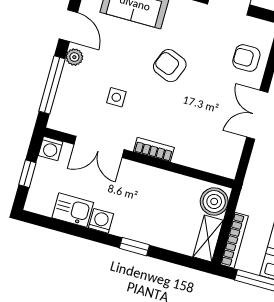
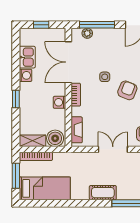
plant: (74, 57) -> (87, 33), moved
side table: (116, 97) -> (105, 77), moved
double door: (99, 147) -> (68, 62), width x1.37
washing machine: (51, 149) -> (60, 102), moved
fireplace: (210, 164) -> (77, 130), added

